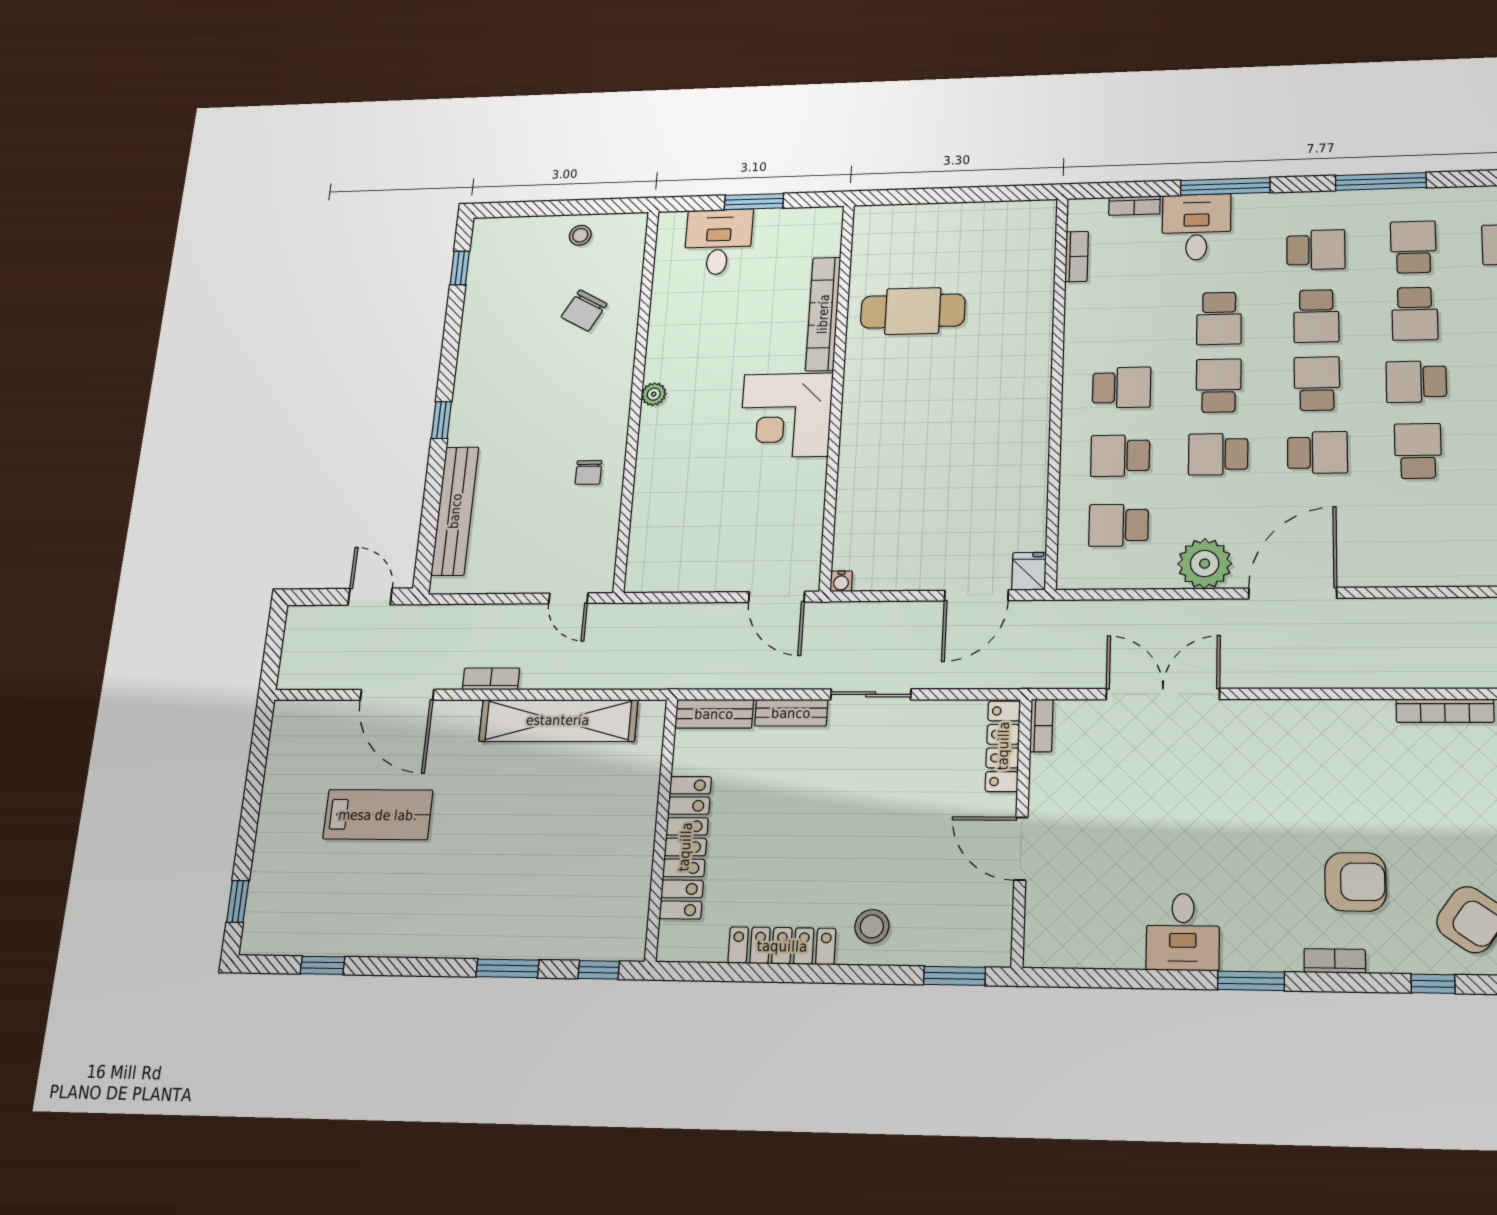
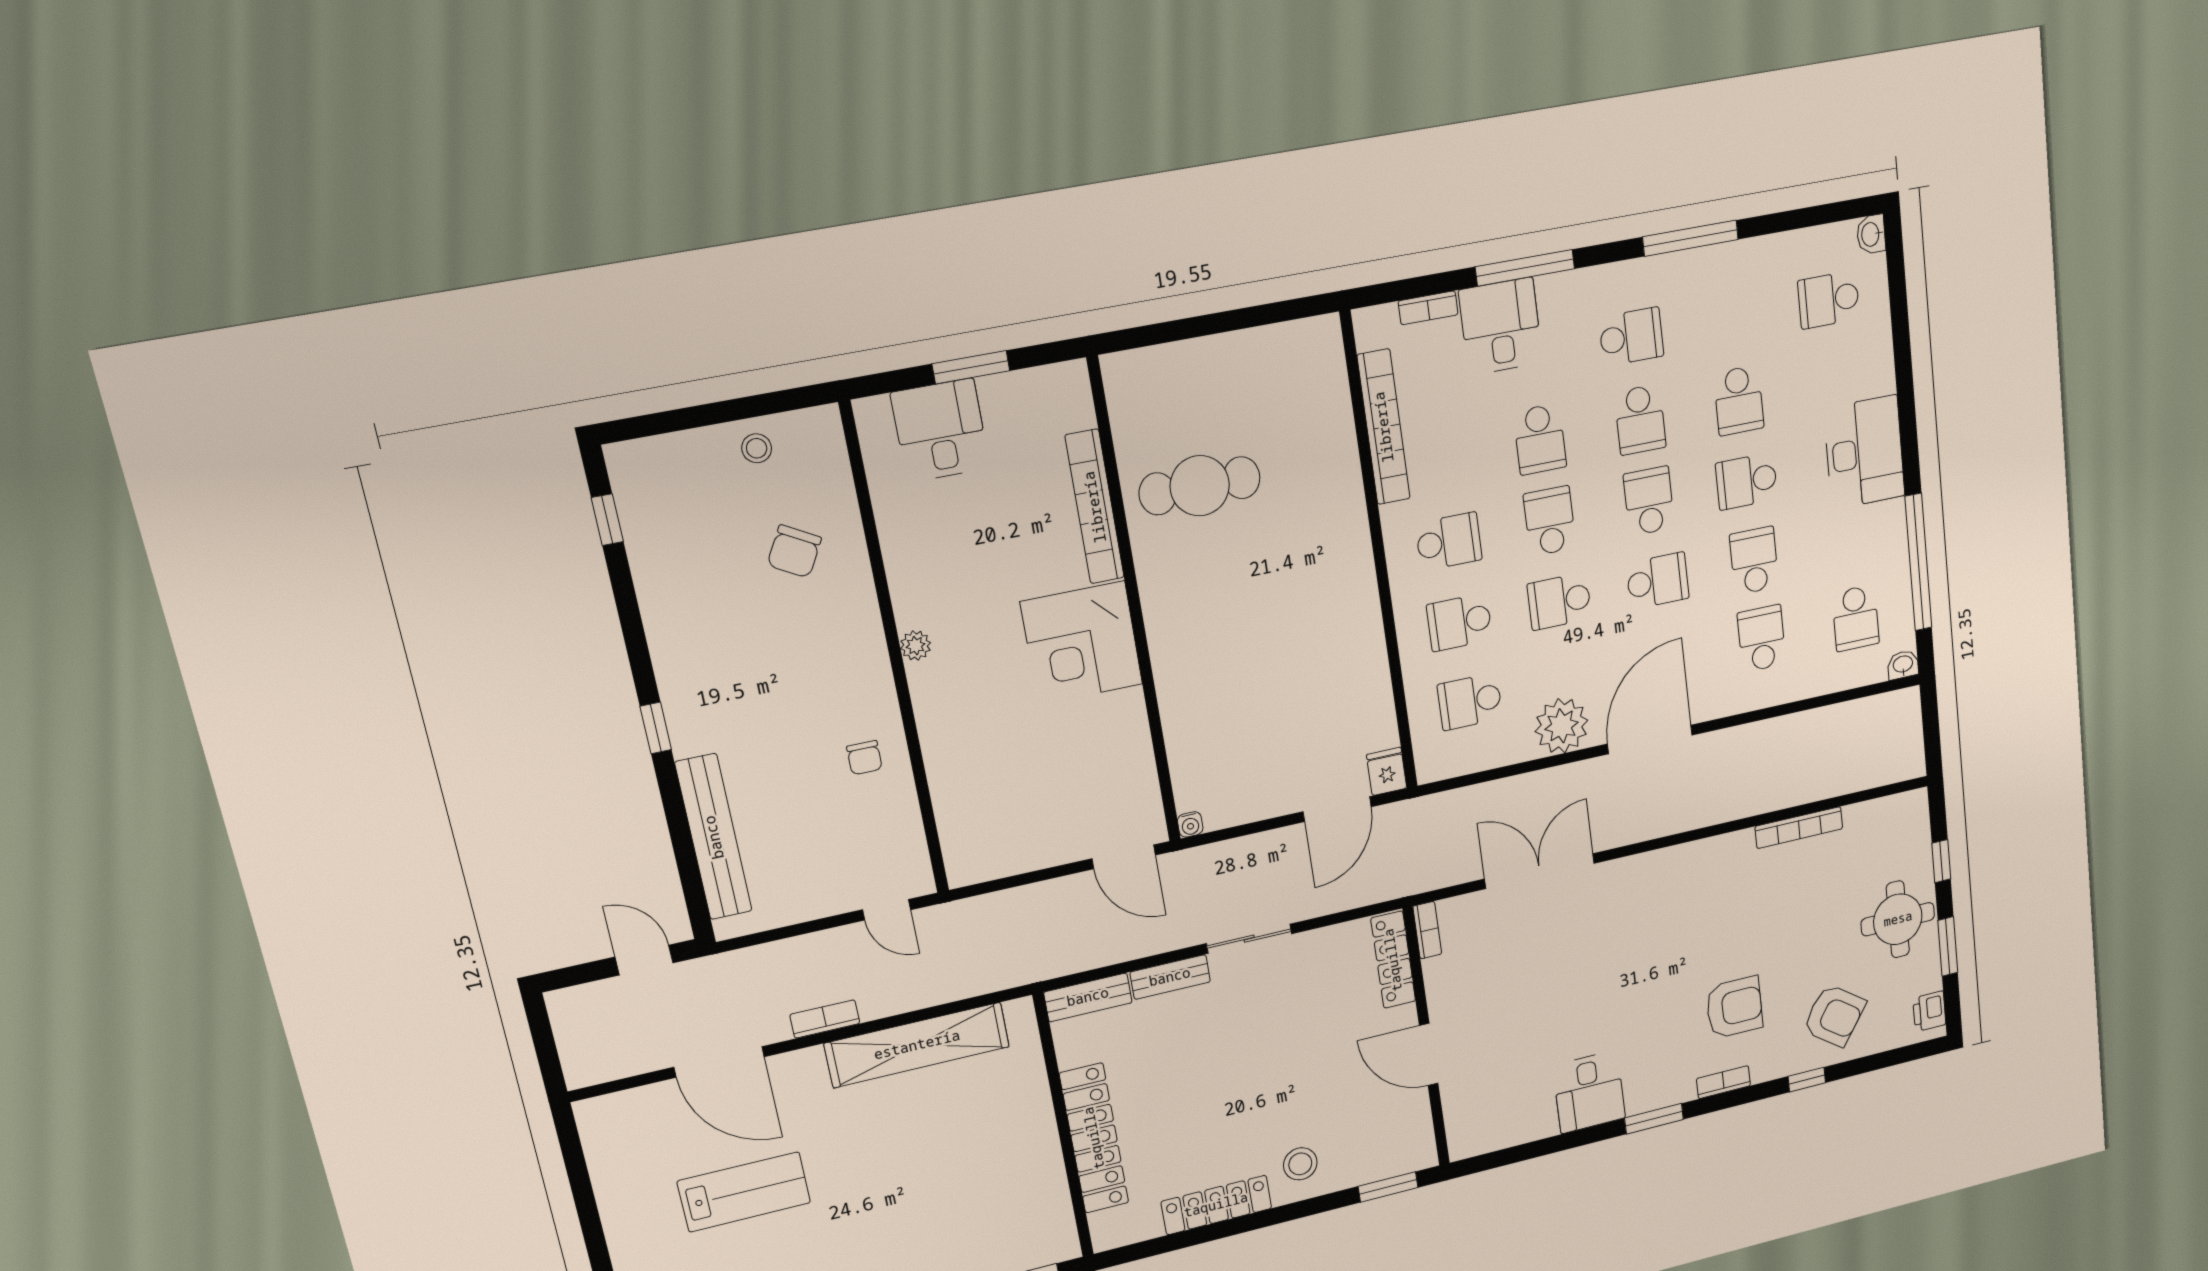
school desk: (1413, 247) -> (1762, 638), moved
bookcase: (1077, 257) -> (1384, 427), width x2.31, depth x1.31

